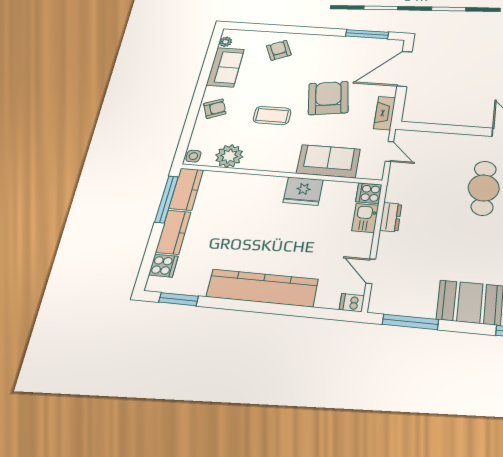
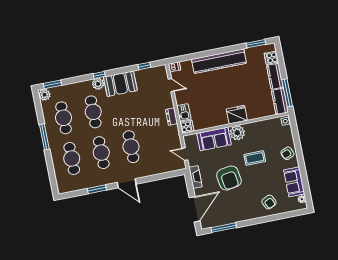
plant: (229, 156) -> (237, 133), moved
fridge: (303, 191) -> (237, 115), moved
window: (410, 322) -> (144, 66), width x0.46

